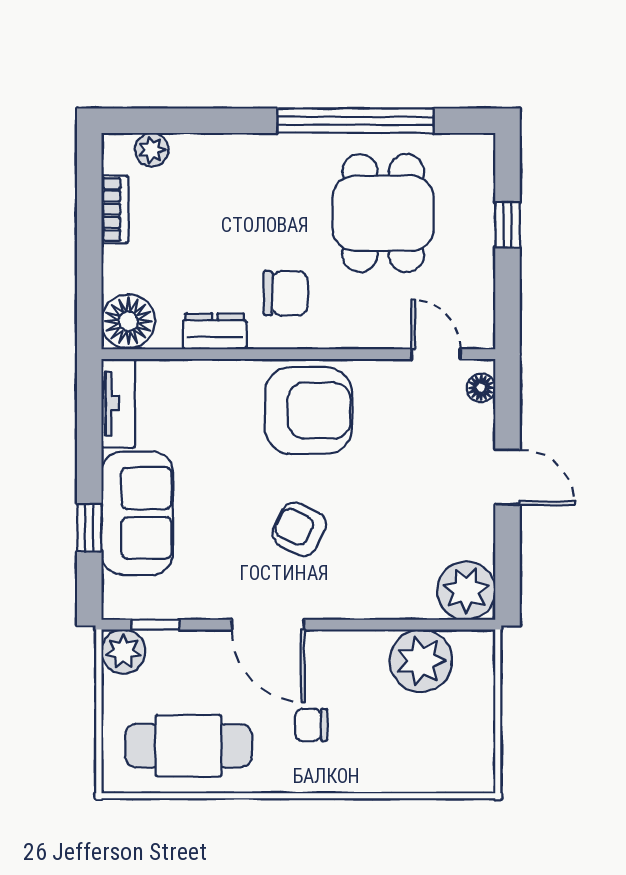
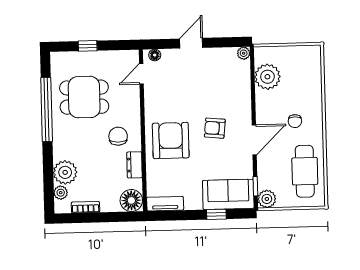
plant: (201, 162) -> (65, 172), added
armchair: (309, 411) -> (171, 140), moved
sofa: (137, 513) -> (228, 194), moved
armchair: (299, 529) -> (215, 128), turned 70
plant: (466, 591) -> (244, 53), width x0.53, depth x0.53

